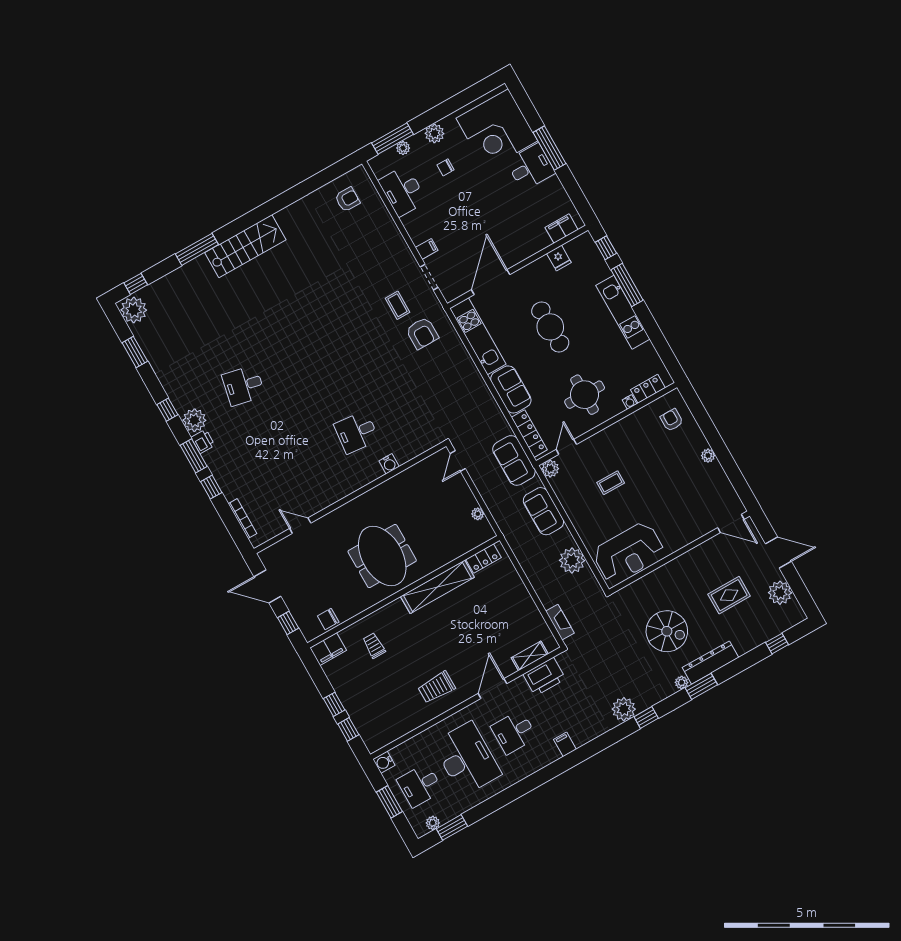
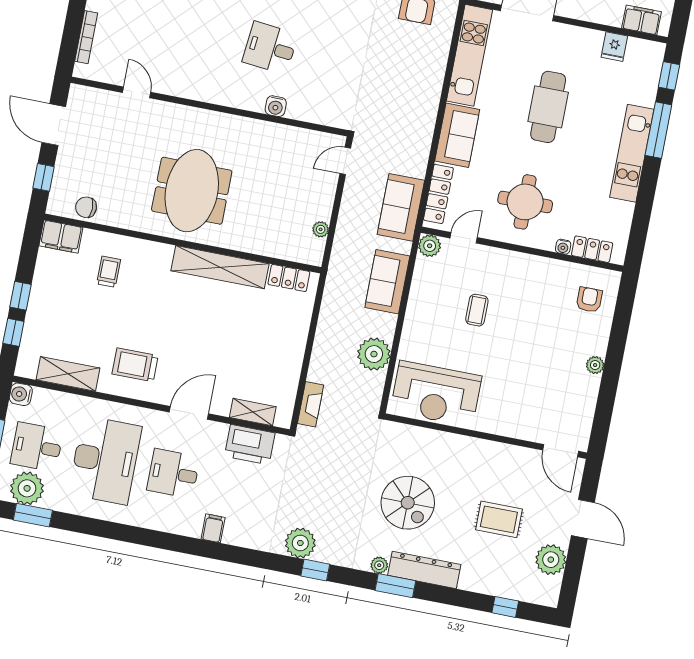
coffee table: (611, 483) -> (477, 310), turned 90
shelving: (401, 726) -> (68, 374), added
plant: (433, 823) -> (27, 488), width x1.87, depth x1.87

